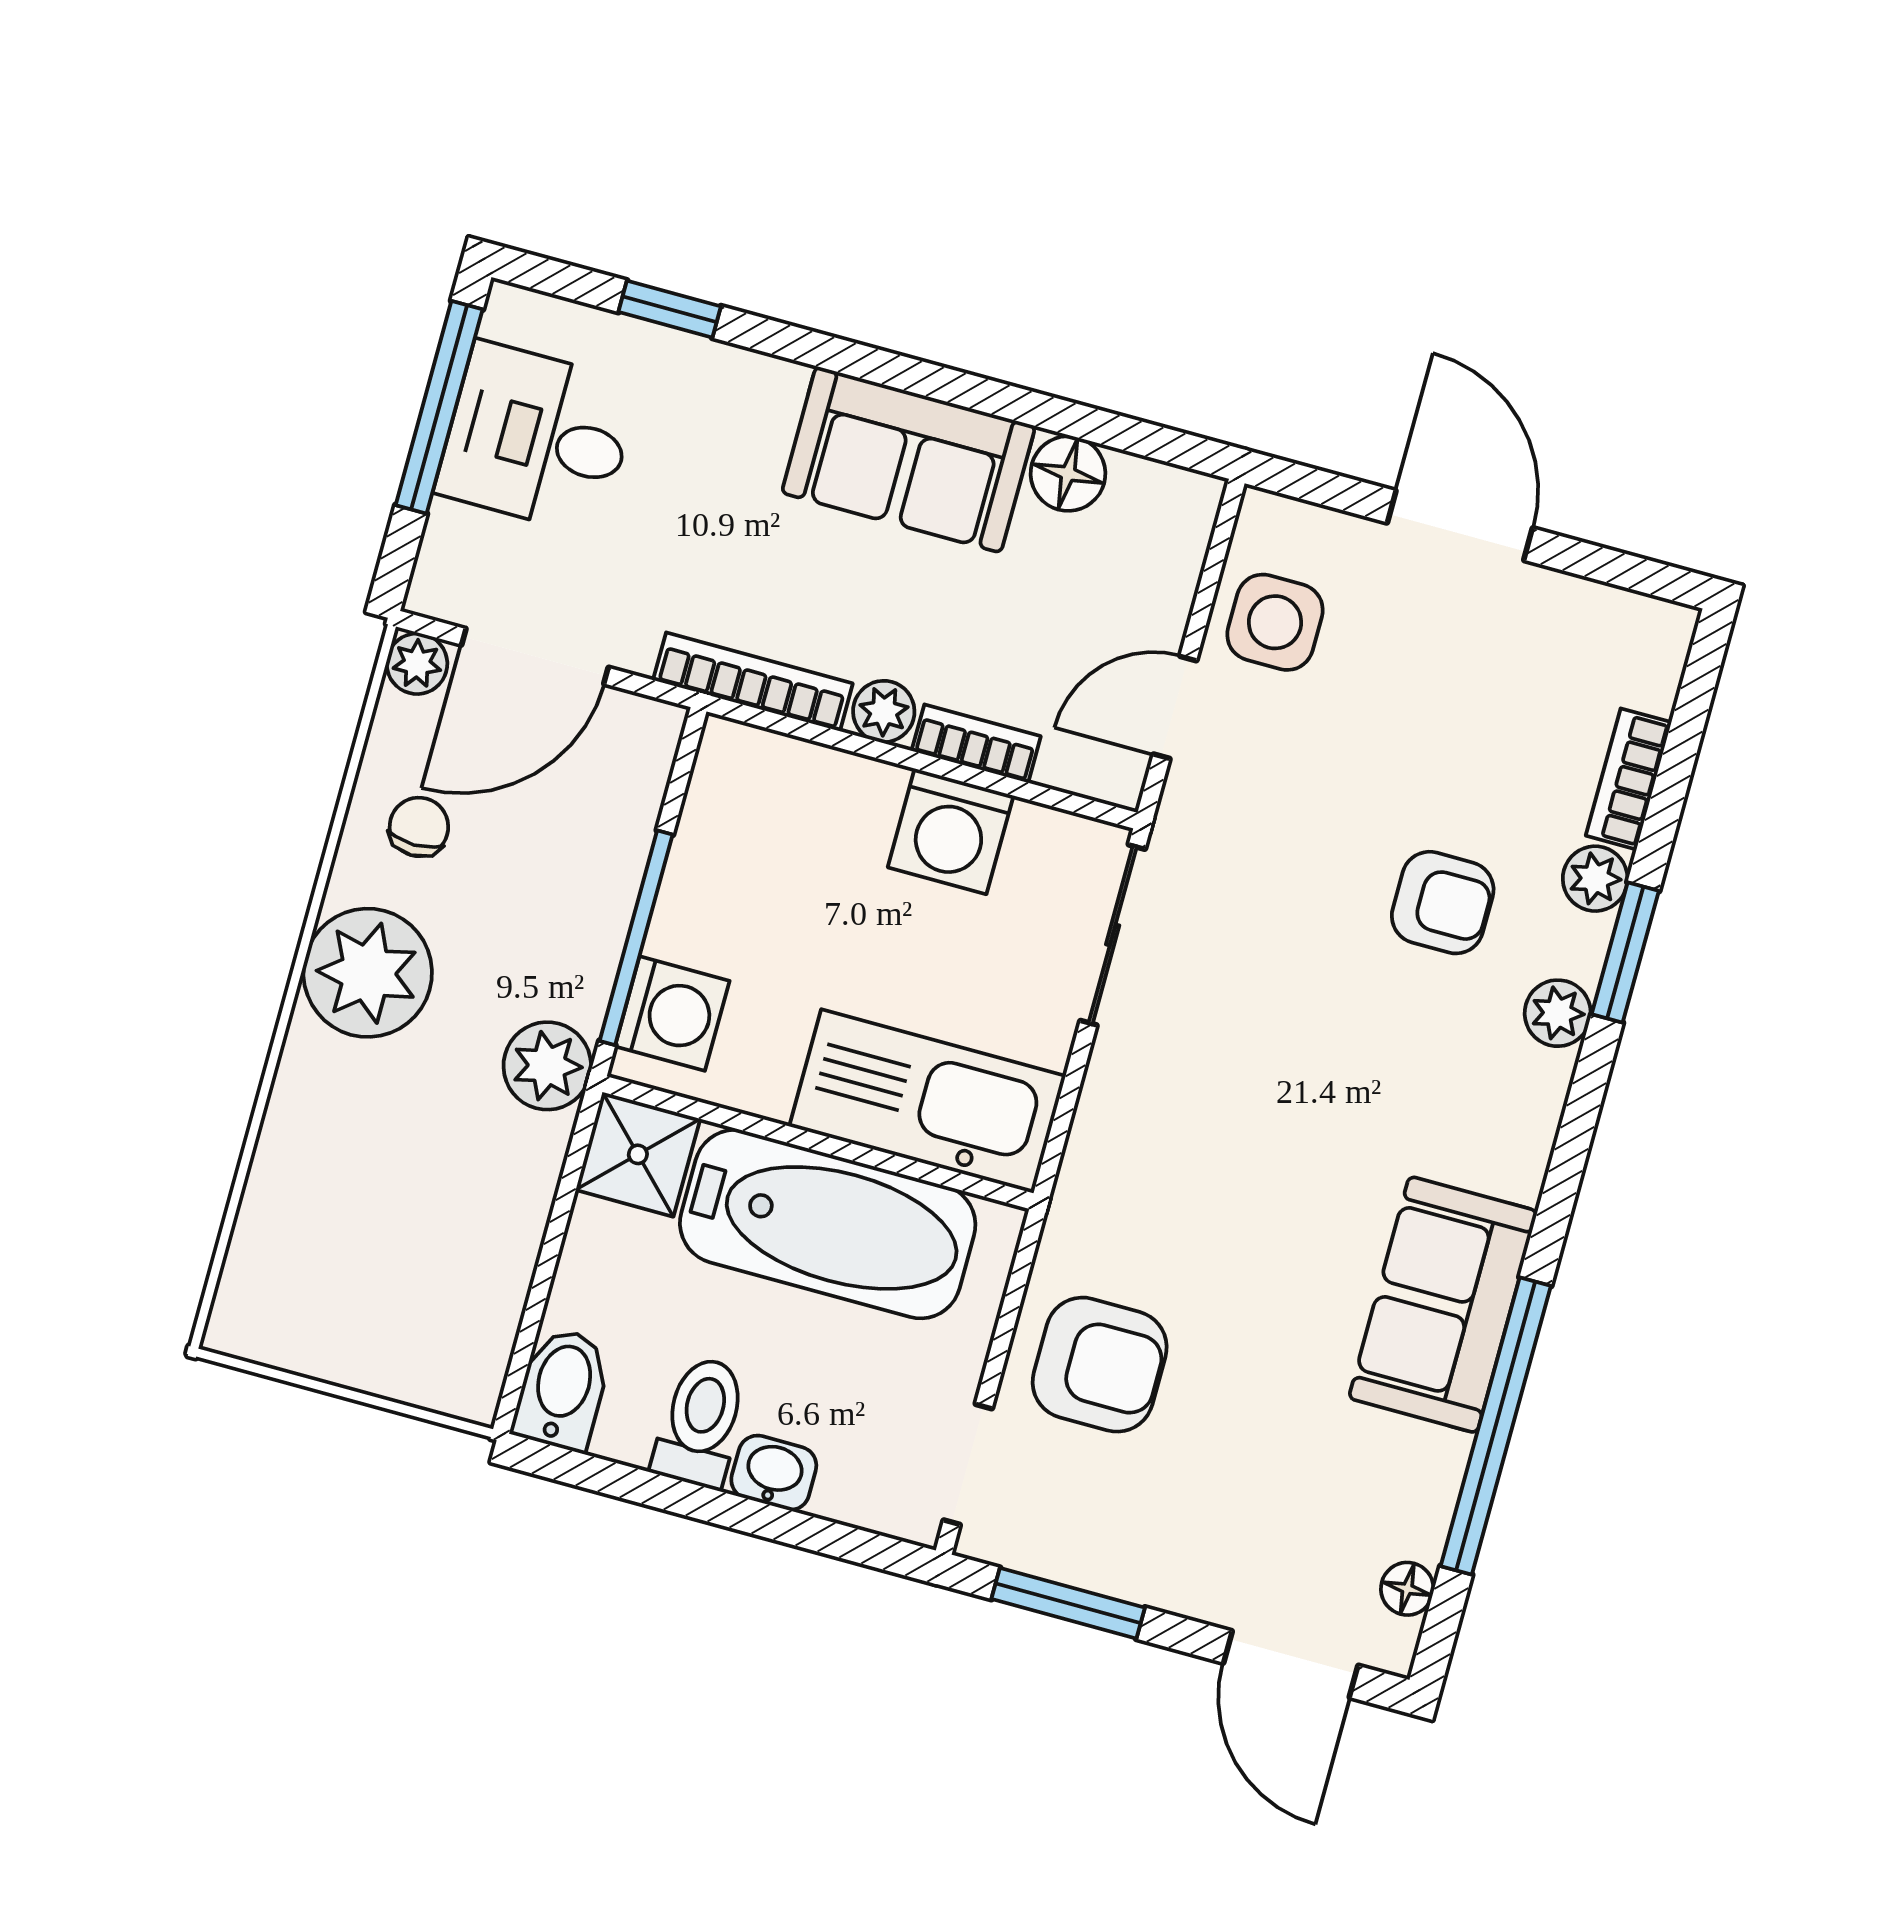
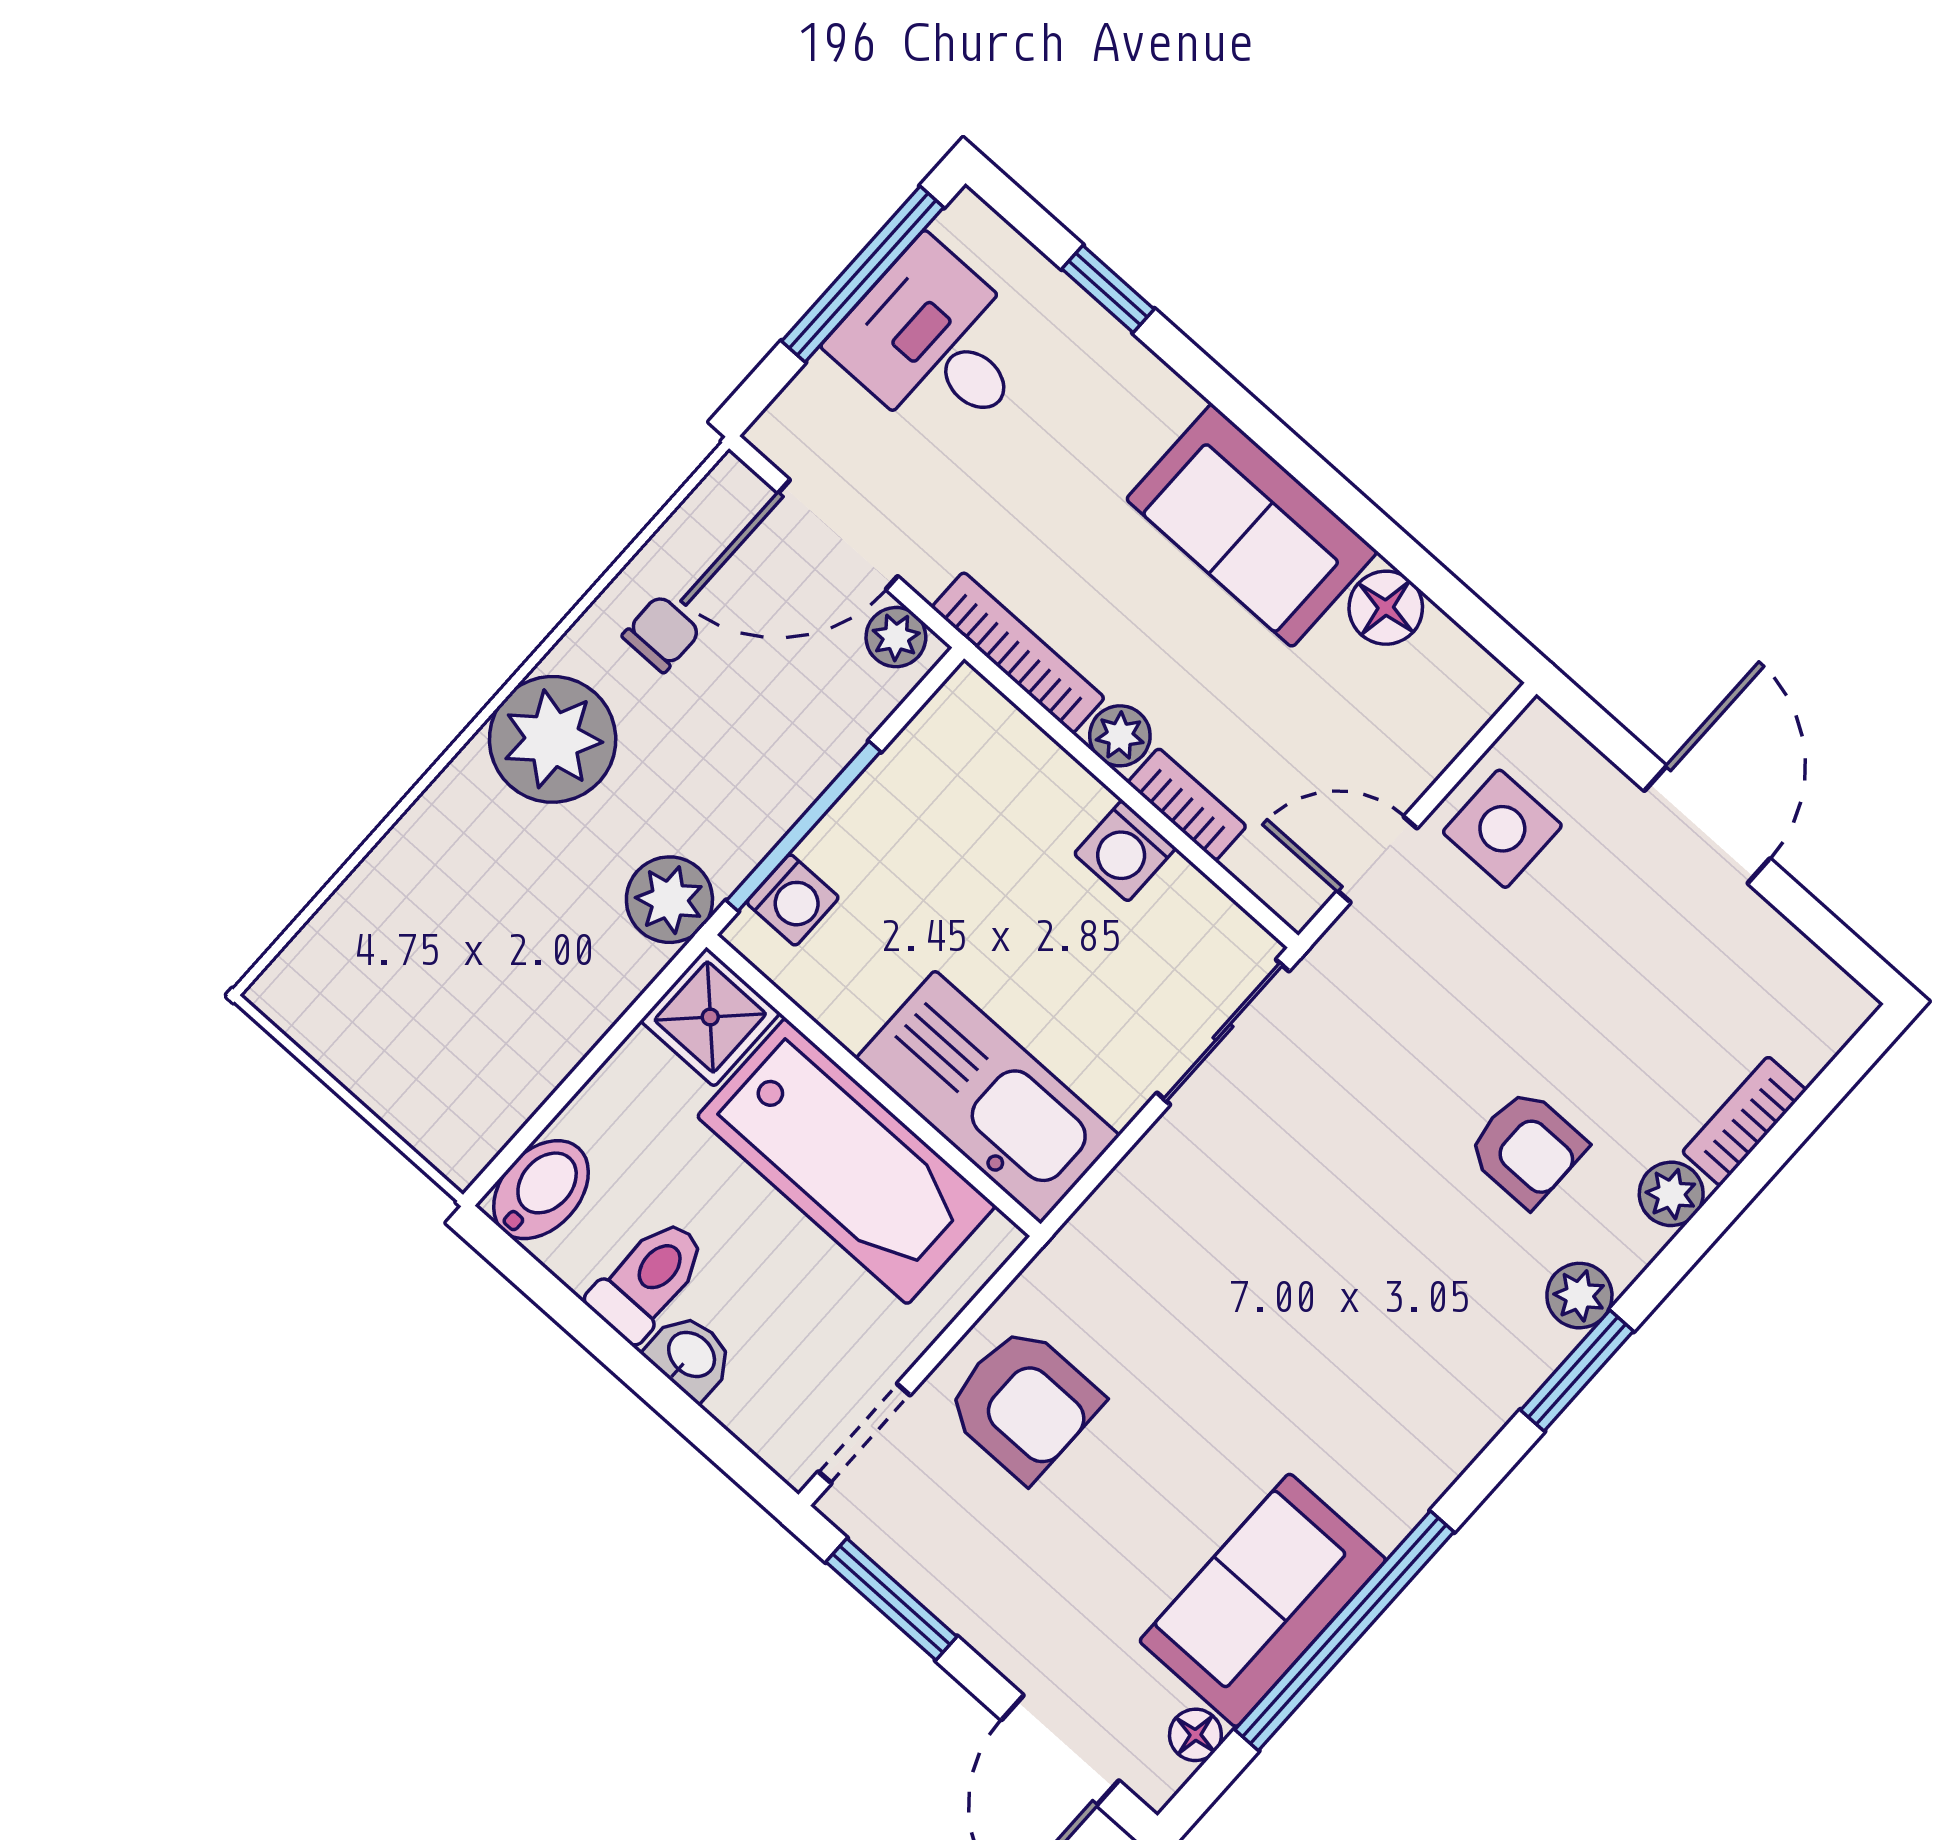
plant: (417, 664) -> (896, 637), moved
washing machine: (951, 831) -> (1125, 851), width x0.73, depth x0.73
window: (1625, 953) -> (1577, 1371), moved
washing machine: (672, 1014) -> (793, 900), width x0.73, depth x0.73
sofa: (1443, 1305) -> (1263, 1600), moved

